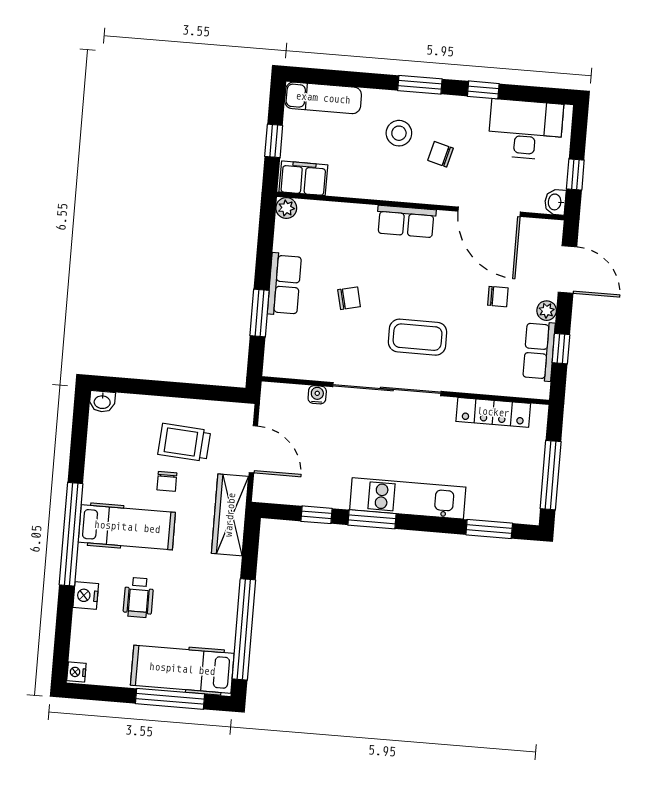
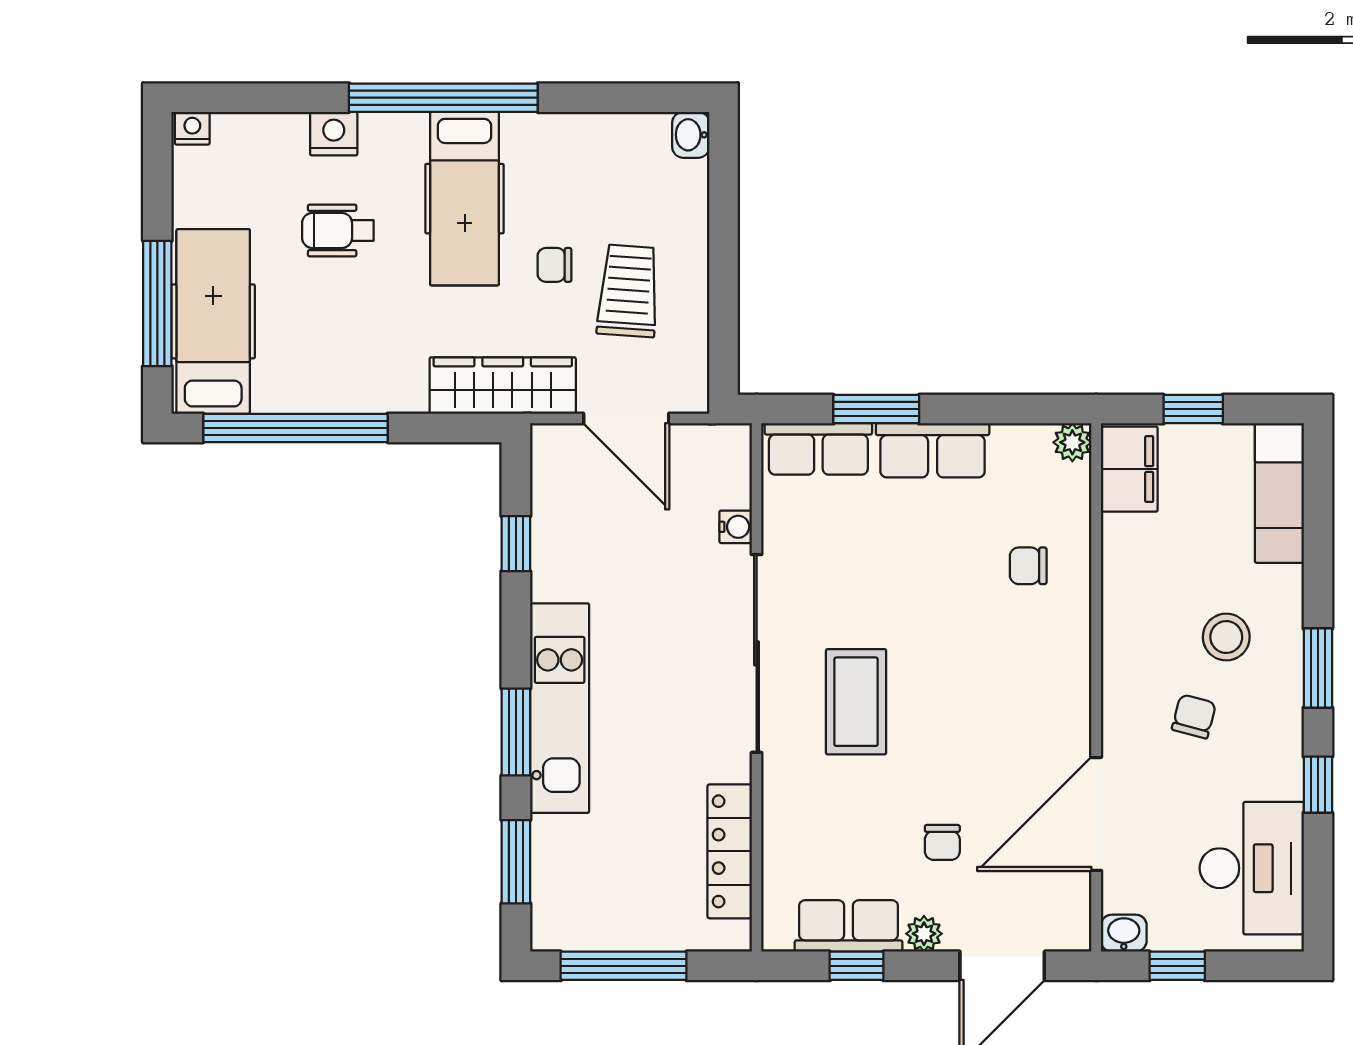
row of seats: (406, 221) -> (818, 449), moved, turned -90
chair: (349, 298) -> (1028, 566), moved, turned 103
door: (253, 449) -> (626, 419), hinge flipped
window: (372, 519) -> (516, 732), moved

